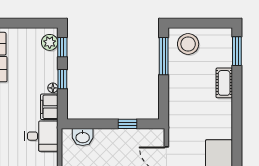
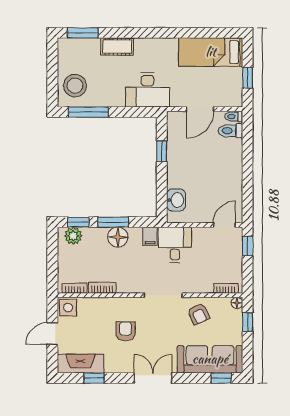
window: (62, 79) -> (113, 222), width x1.50
floor lamp: (53, 88) -> (118, 237), width x1.89, depth x1.89
filing cabinet: (49, 107) -> (150, 236), width x0.50
desk: (184, 111) -> (148, 90), added

